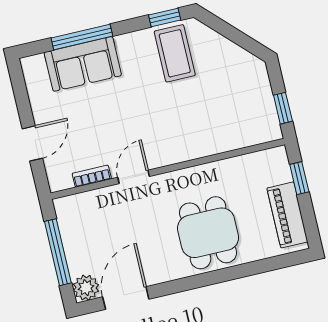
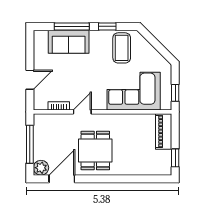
window: (165, 18) -> (107, 26), moved
corner sofa: (212, 122) -> (134, 91), added
window: (299, 178) -> (175, 158), moved
piano: (287, 215) -> (164, 131), moved
dining table: (208, 233) -> (95, 151), moved

